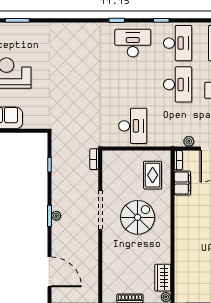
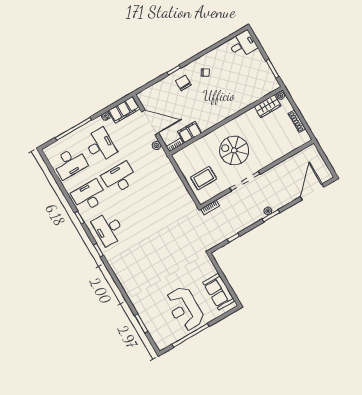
desk: (133, 126) -> (169, 193), removed
rug: (153, 175) -> (204, 178), moved

